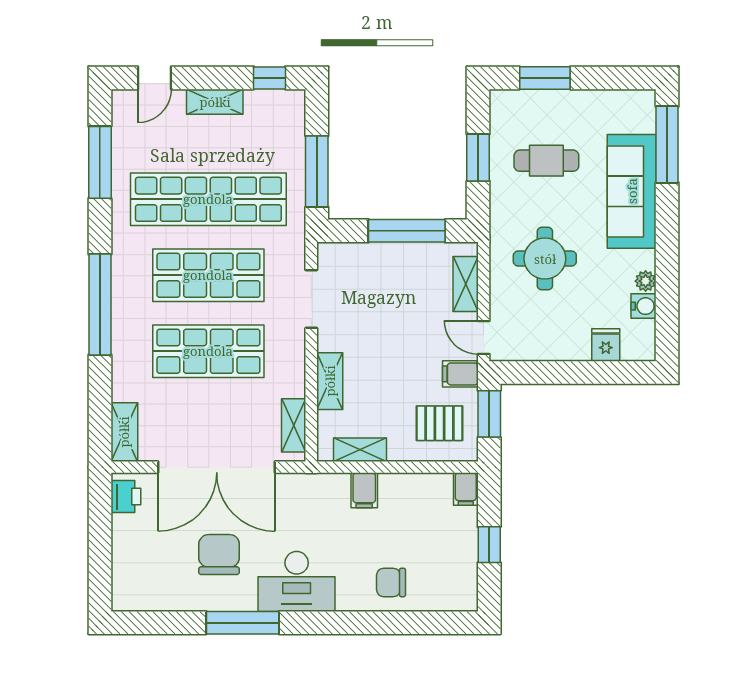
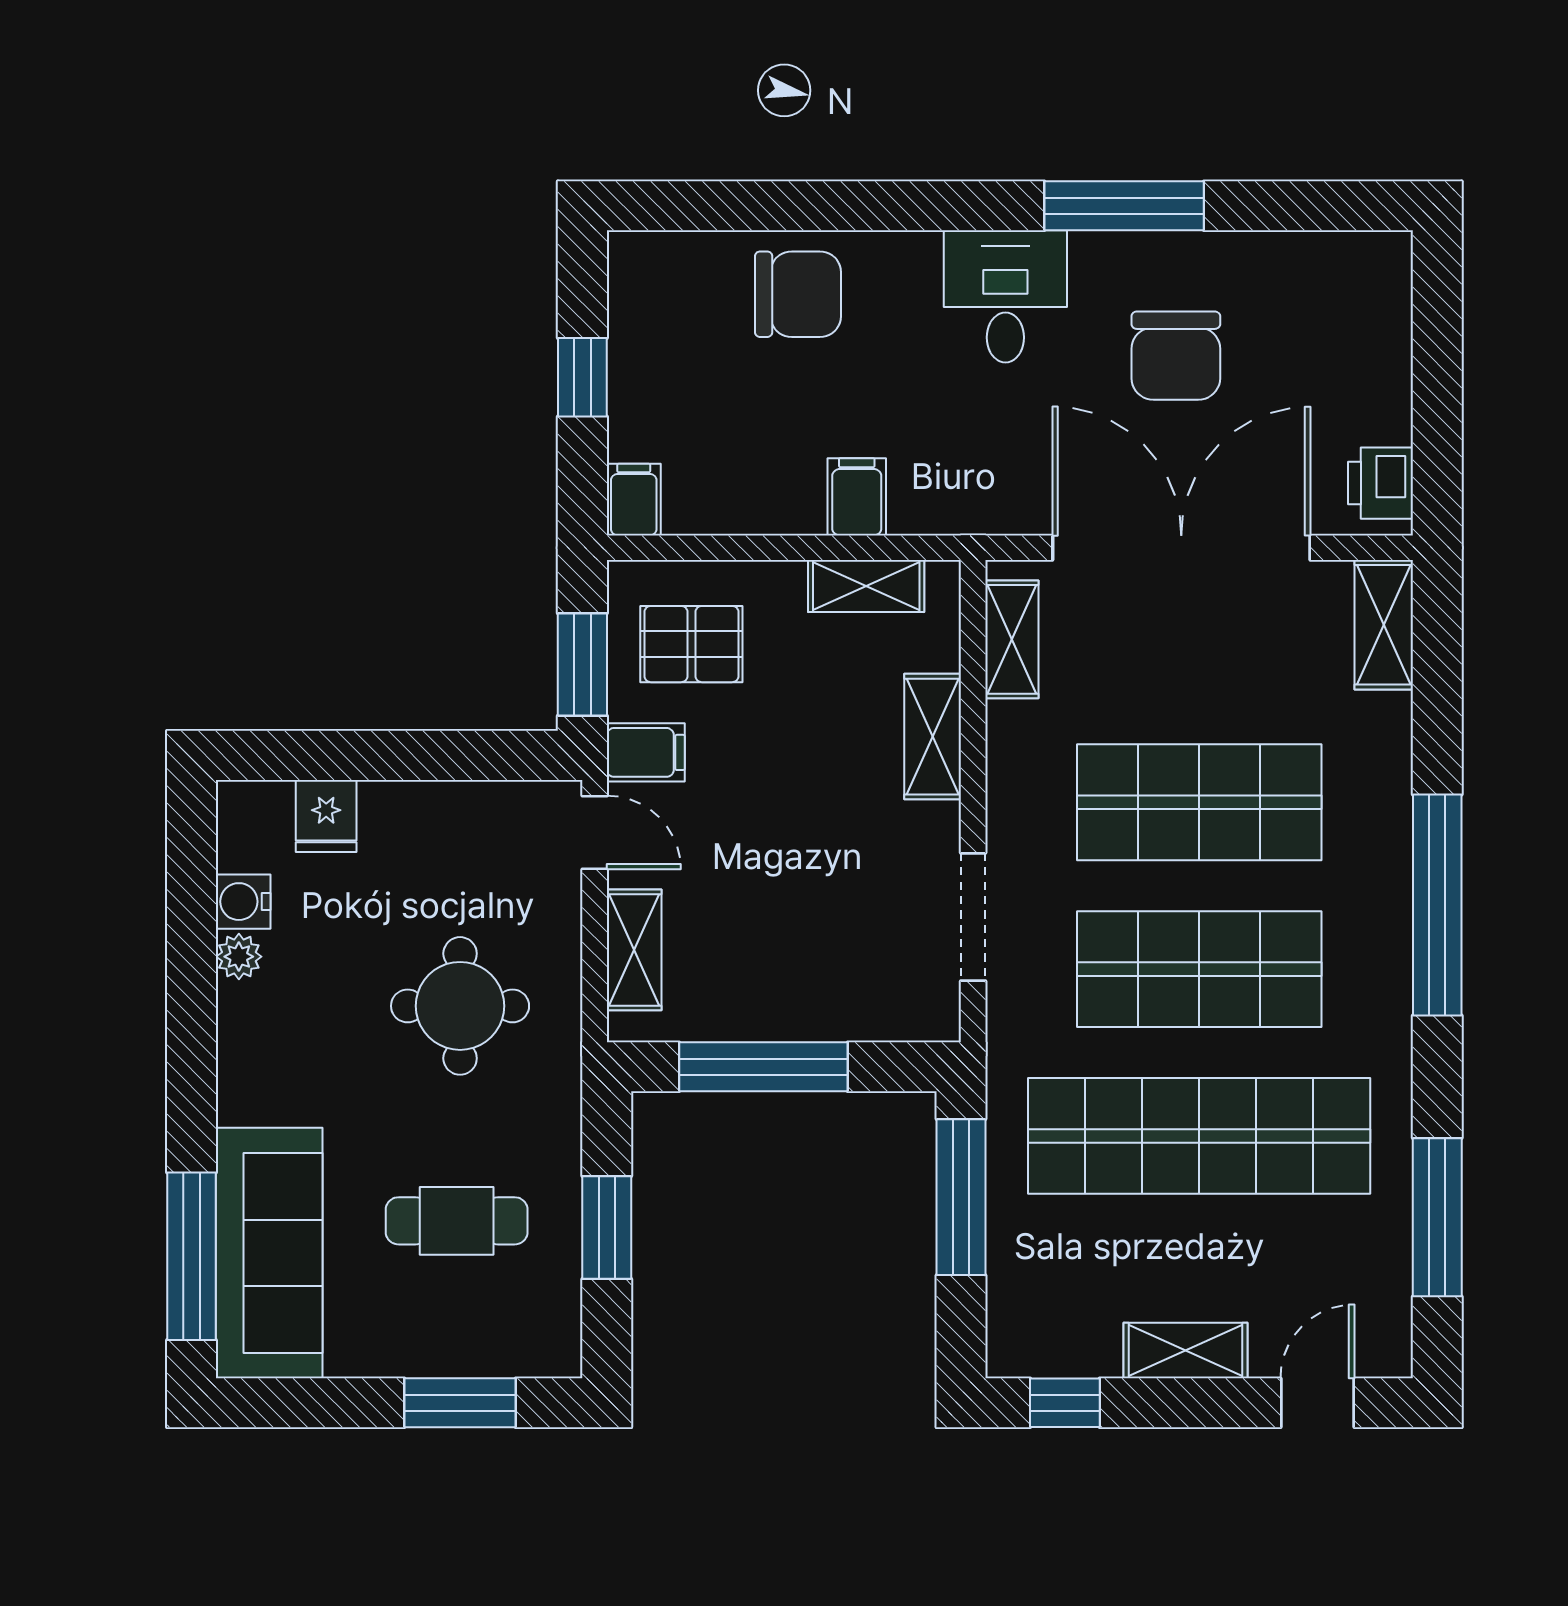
sofa: (632, 191) -> (269, 1253), moved
desk: (297, 581) -> (1005, 296), width x0.73
chair: (391, 582) -> (798, 294), width x1.37, depth x1.37

